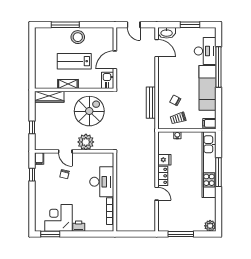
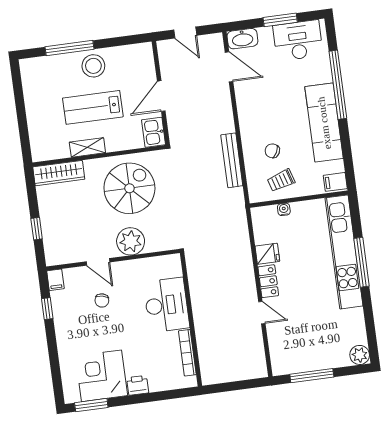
desk: (205, 51) -> (298, 40), moved, turned -90

